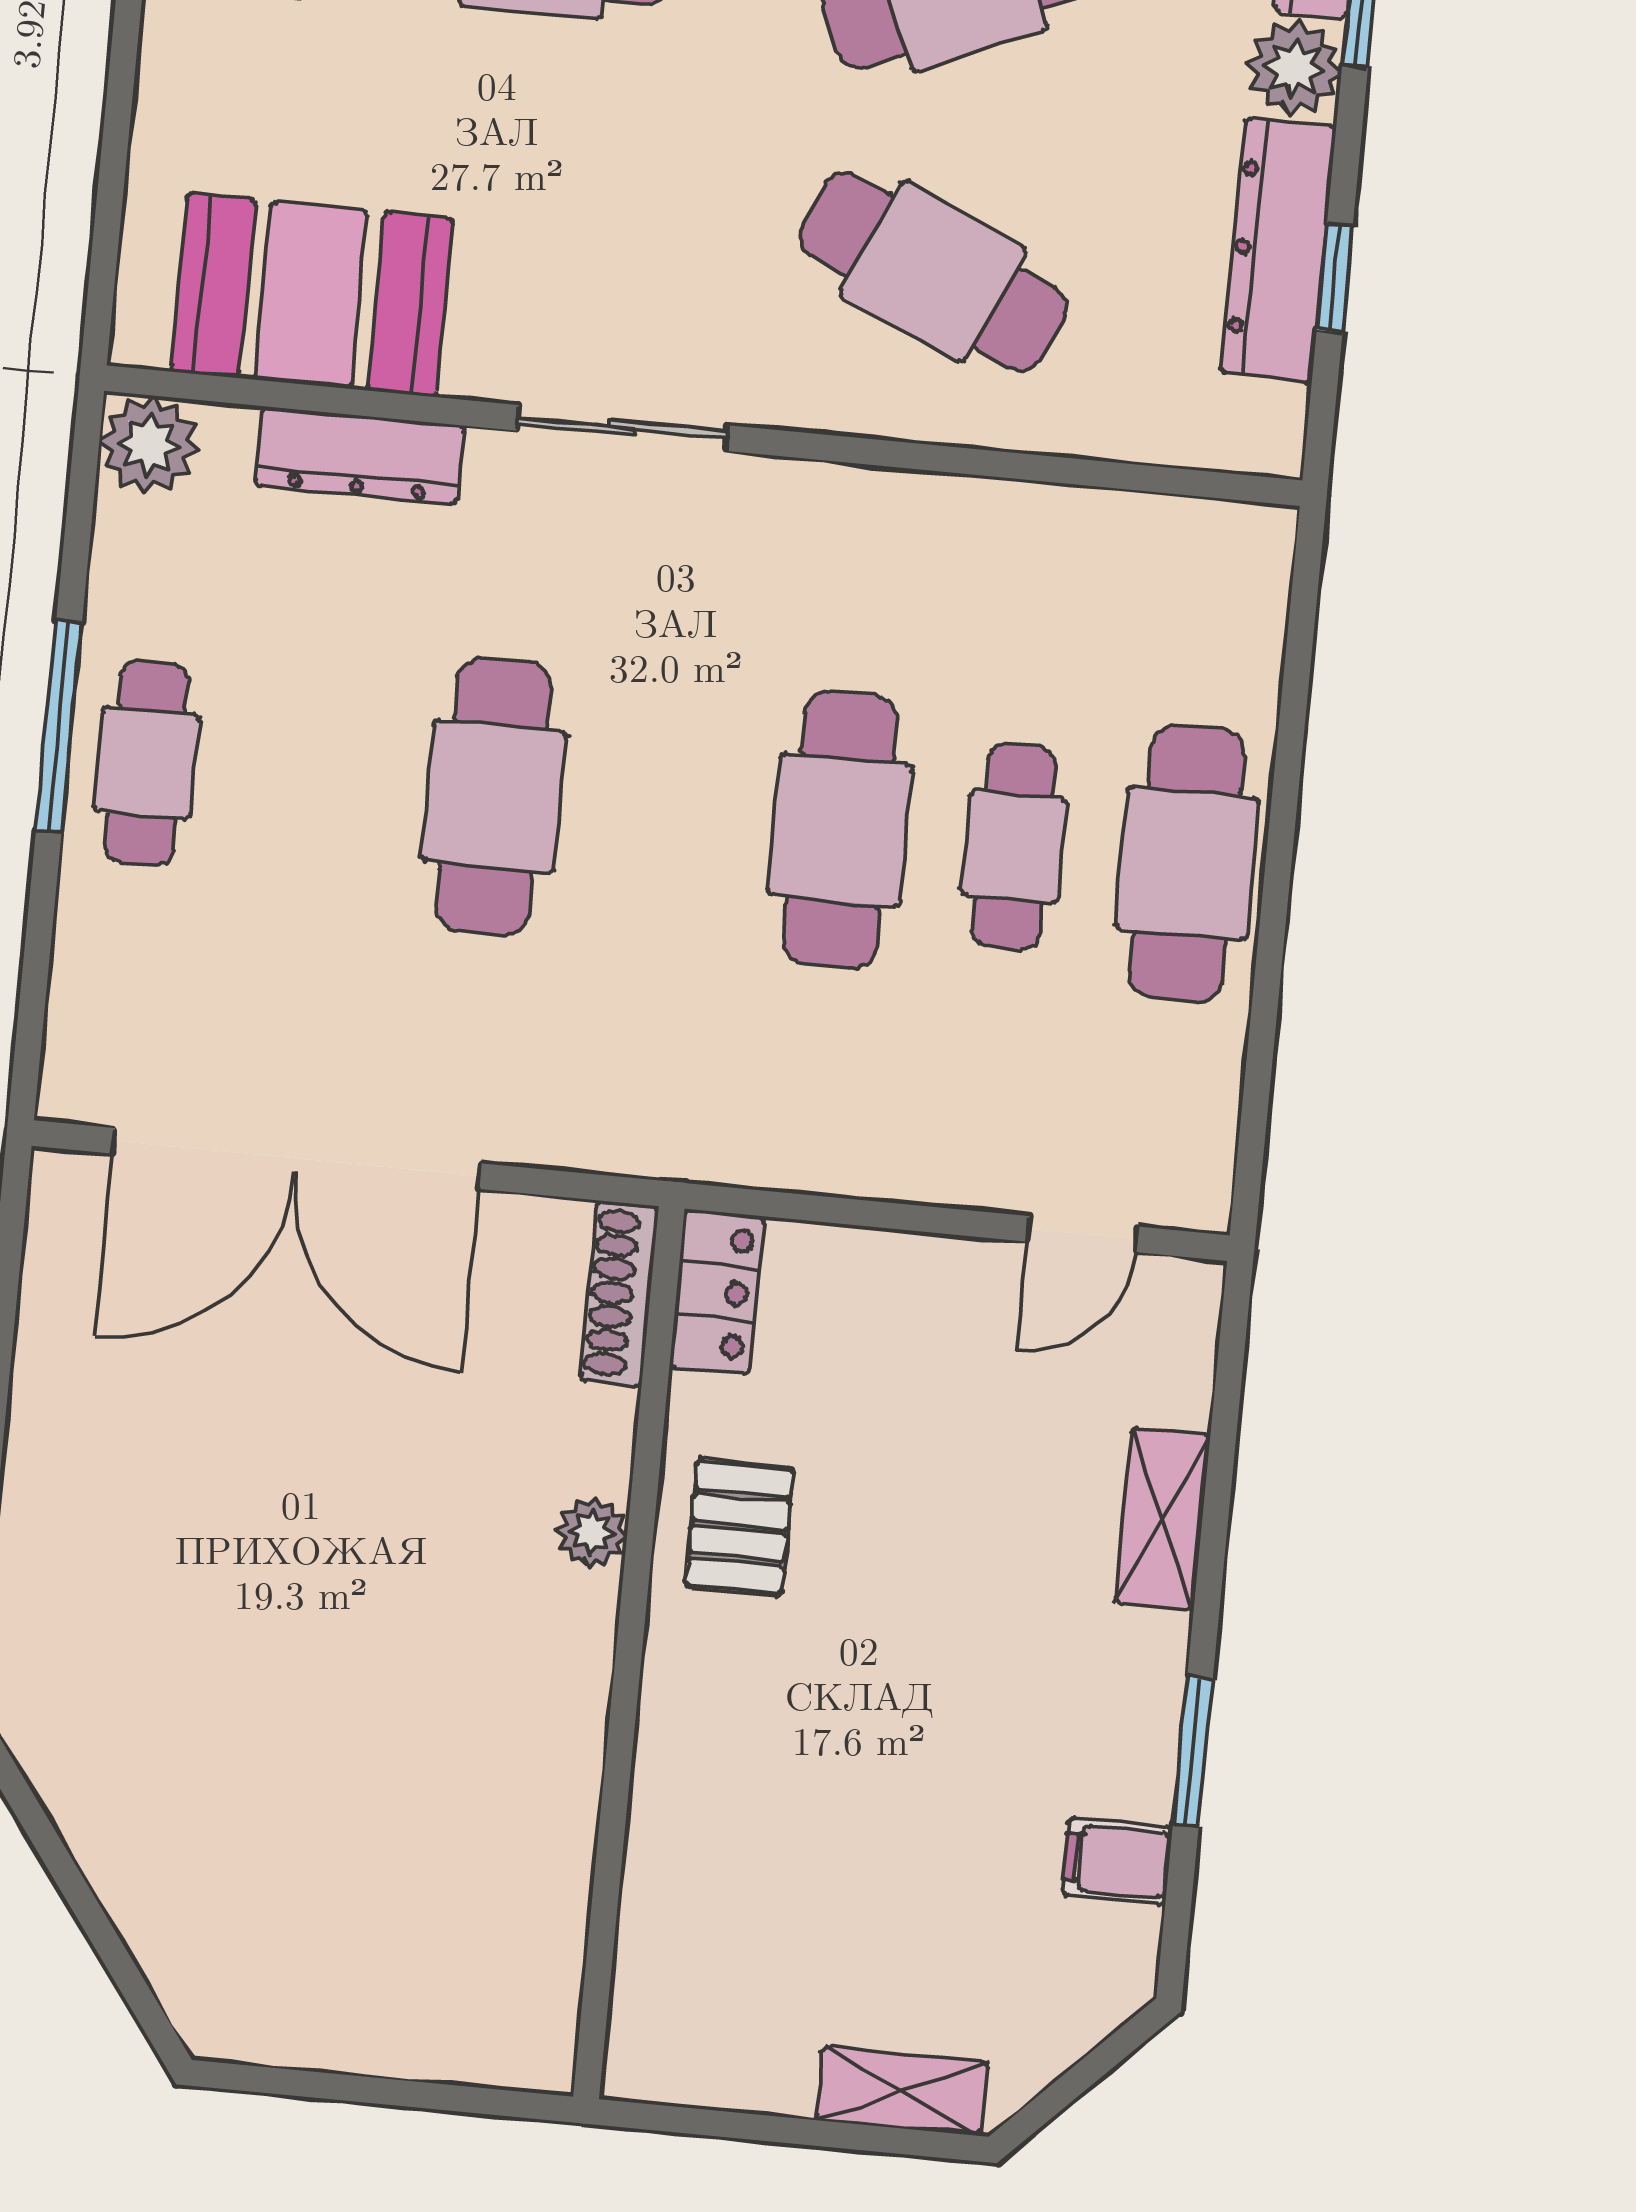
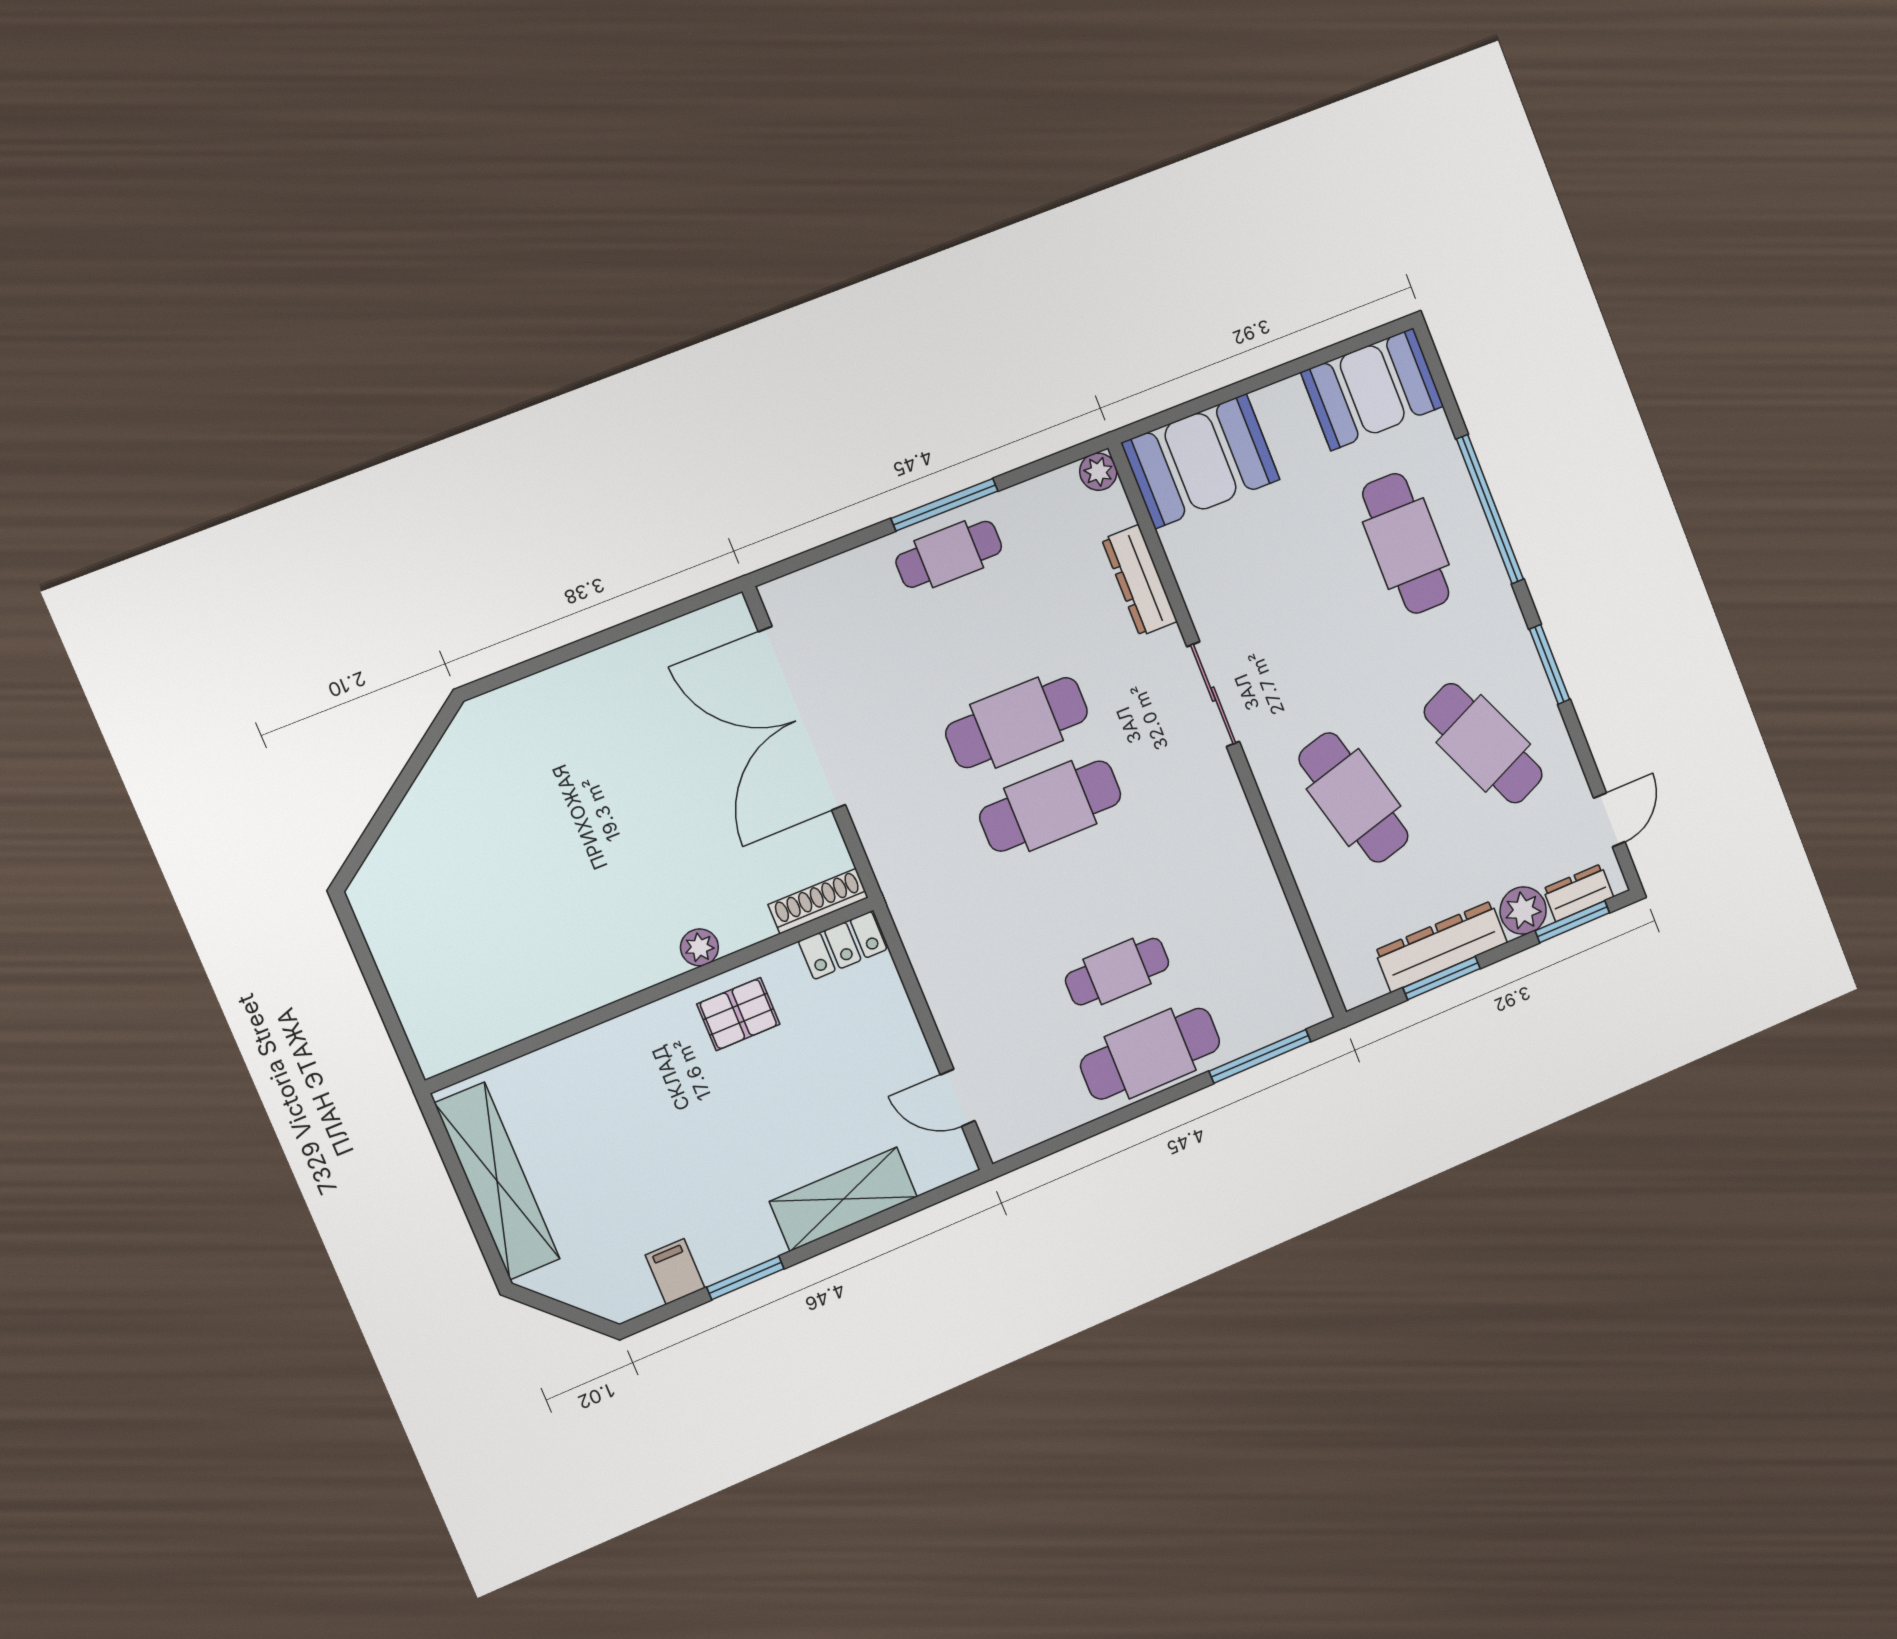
cafe table: (933, 272) -> (1354, 798), turned -39
window: (1335, 278) -> (1442, 978), width x1.50
booth: (312, 295) -> (1201, 461), moved, turned 90
plant: (149, 445) -> (1098, 472), width x0.73, depth x0.73
window: (1297, 673) -> (1260, 1056), added
cafe table: (840, 830) -> (1050, 806), moved
shelving: (1163, 1519) -> (843, 1199), width x1.50, depth x1.33
shelving: (902, 2091) -> (497, 1181), width x2.20, depth x1.33

